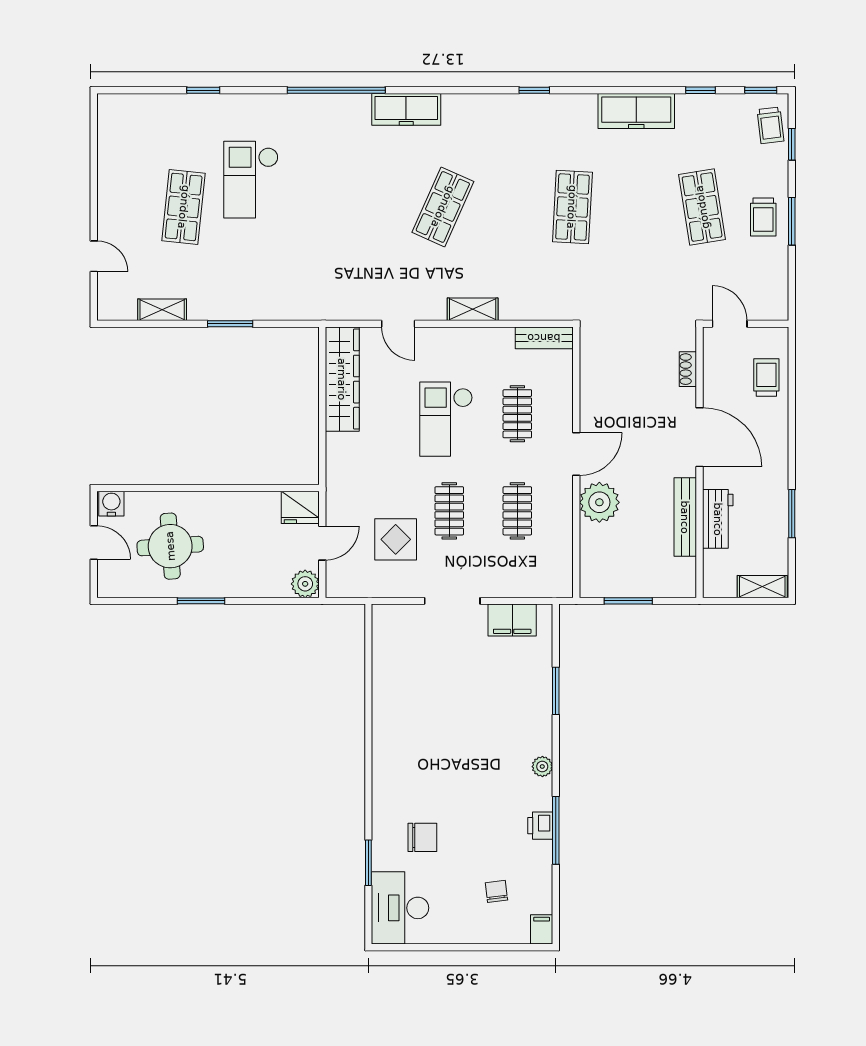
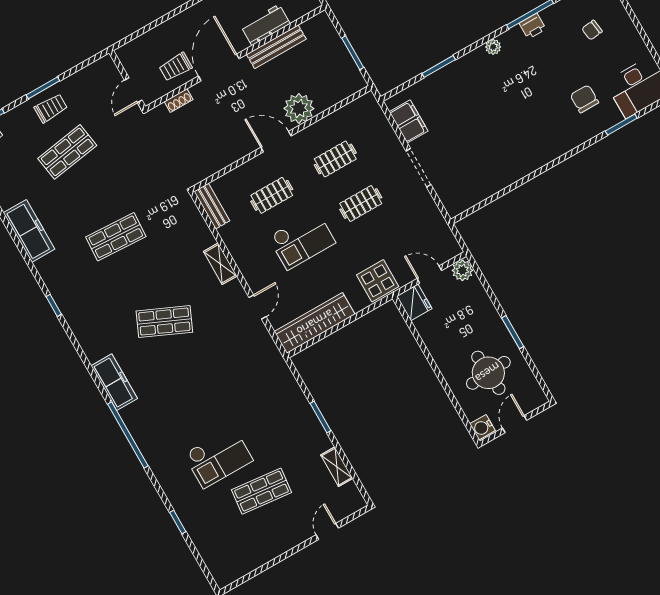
trolley: (766, 377) -> (176, 67), moved
display table: (396, 539) -> (378, 281), moved

